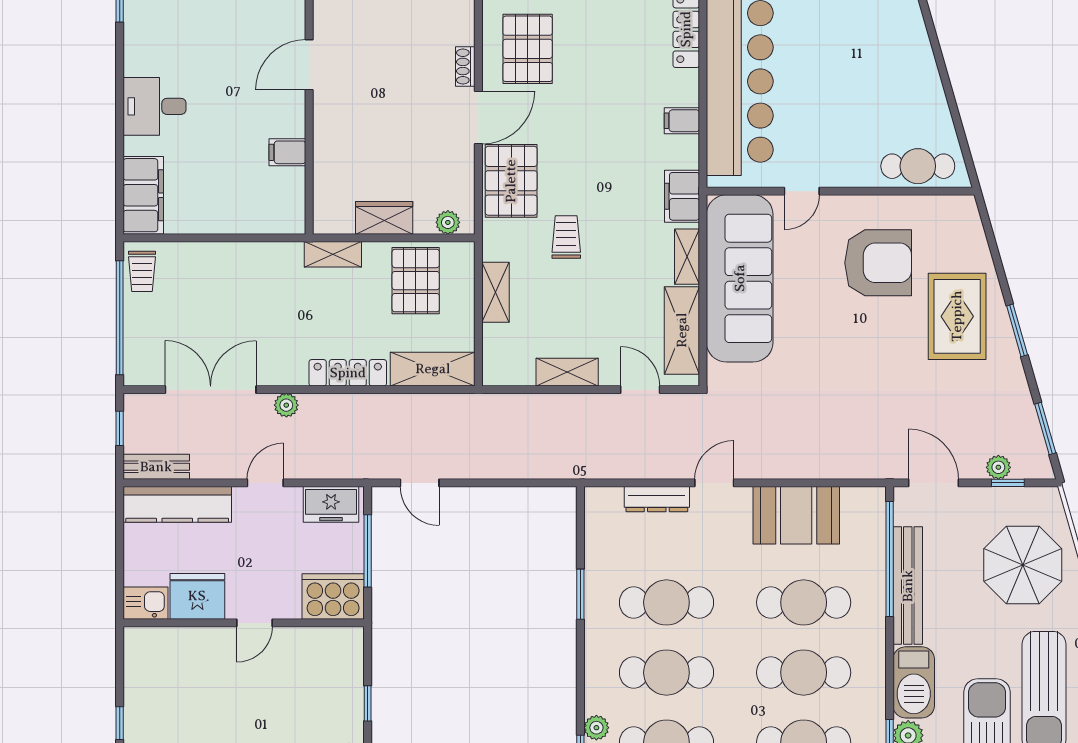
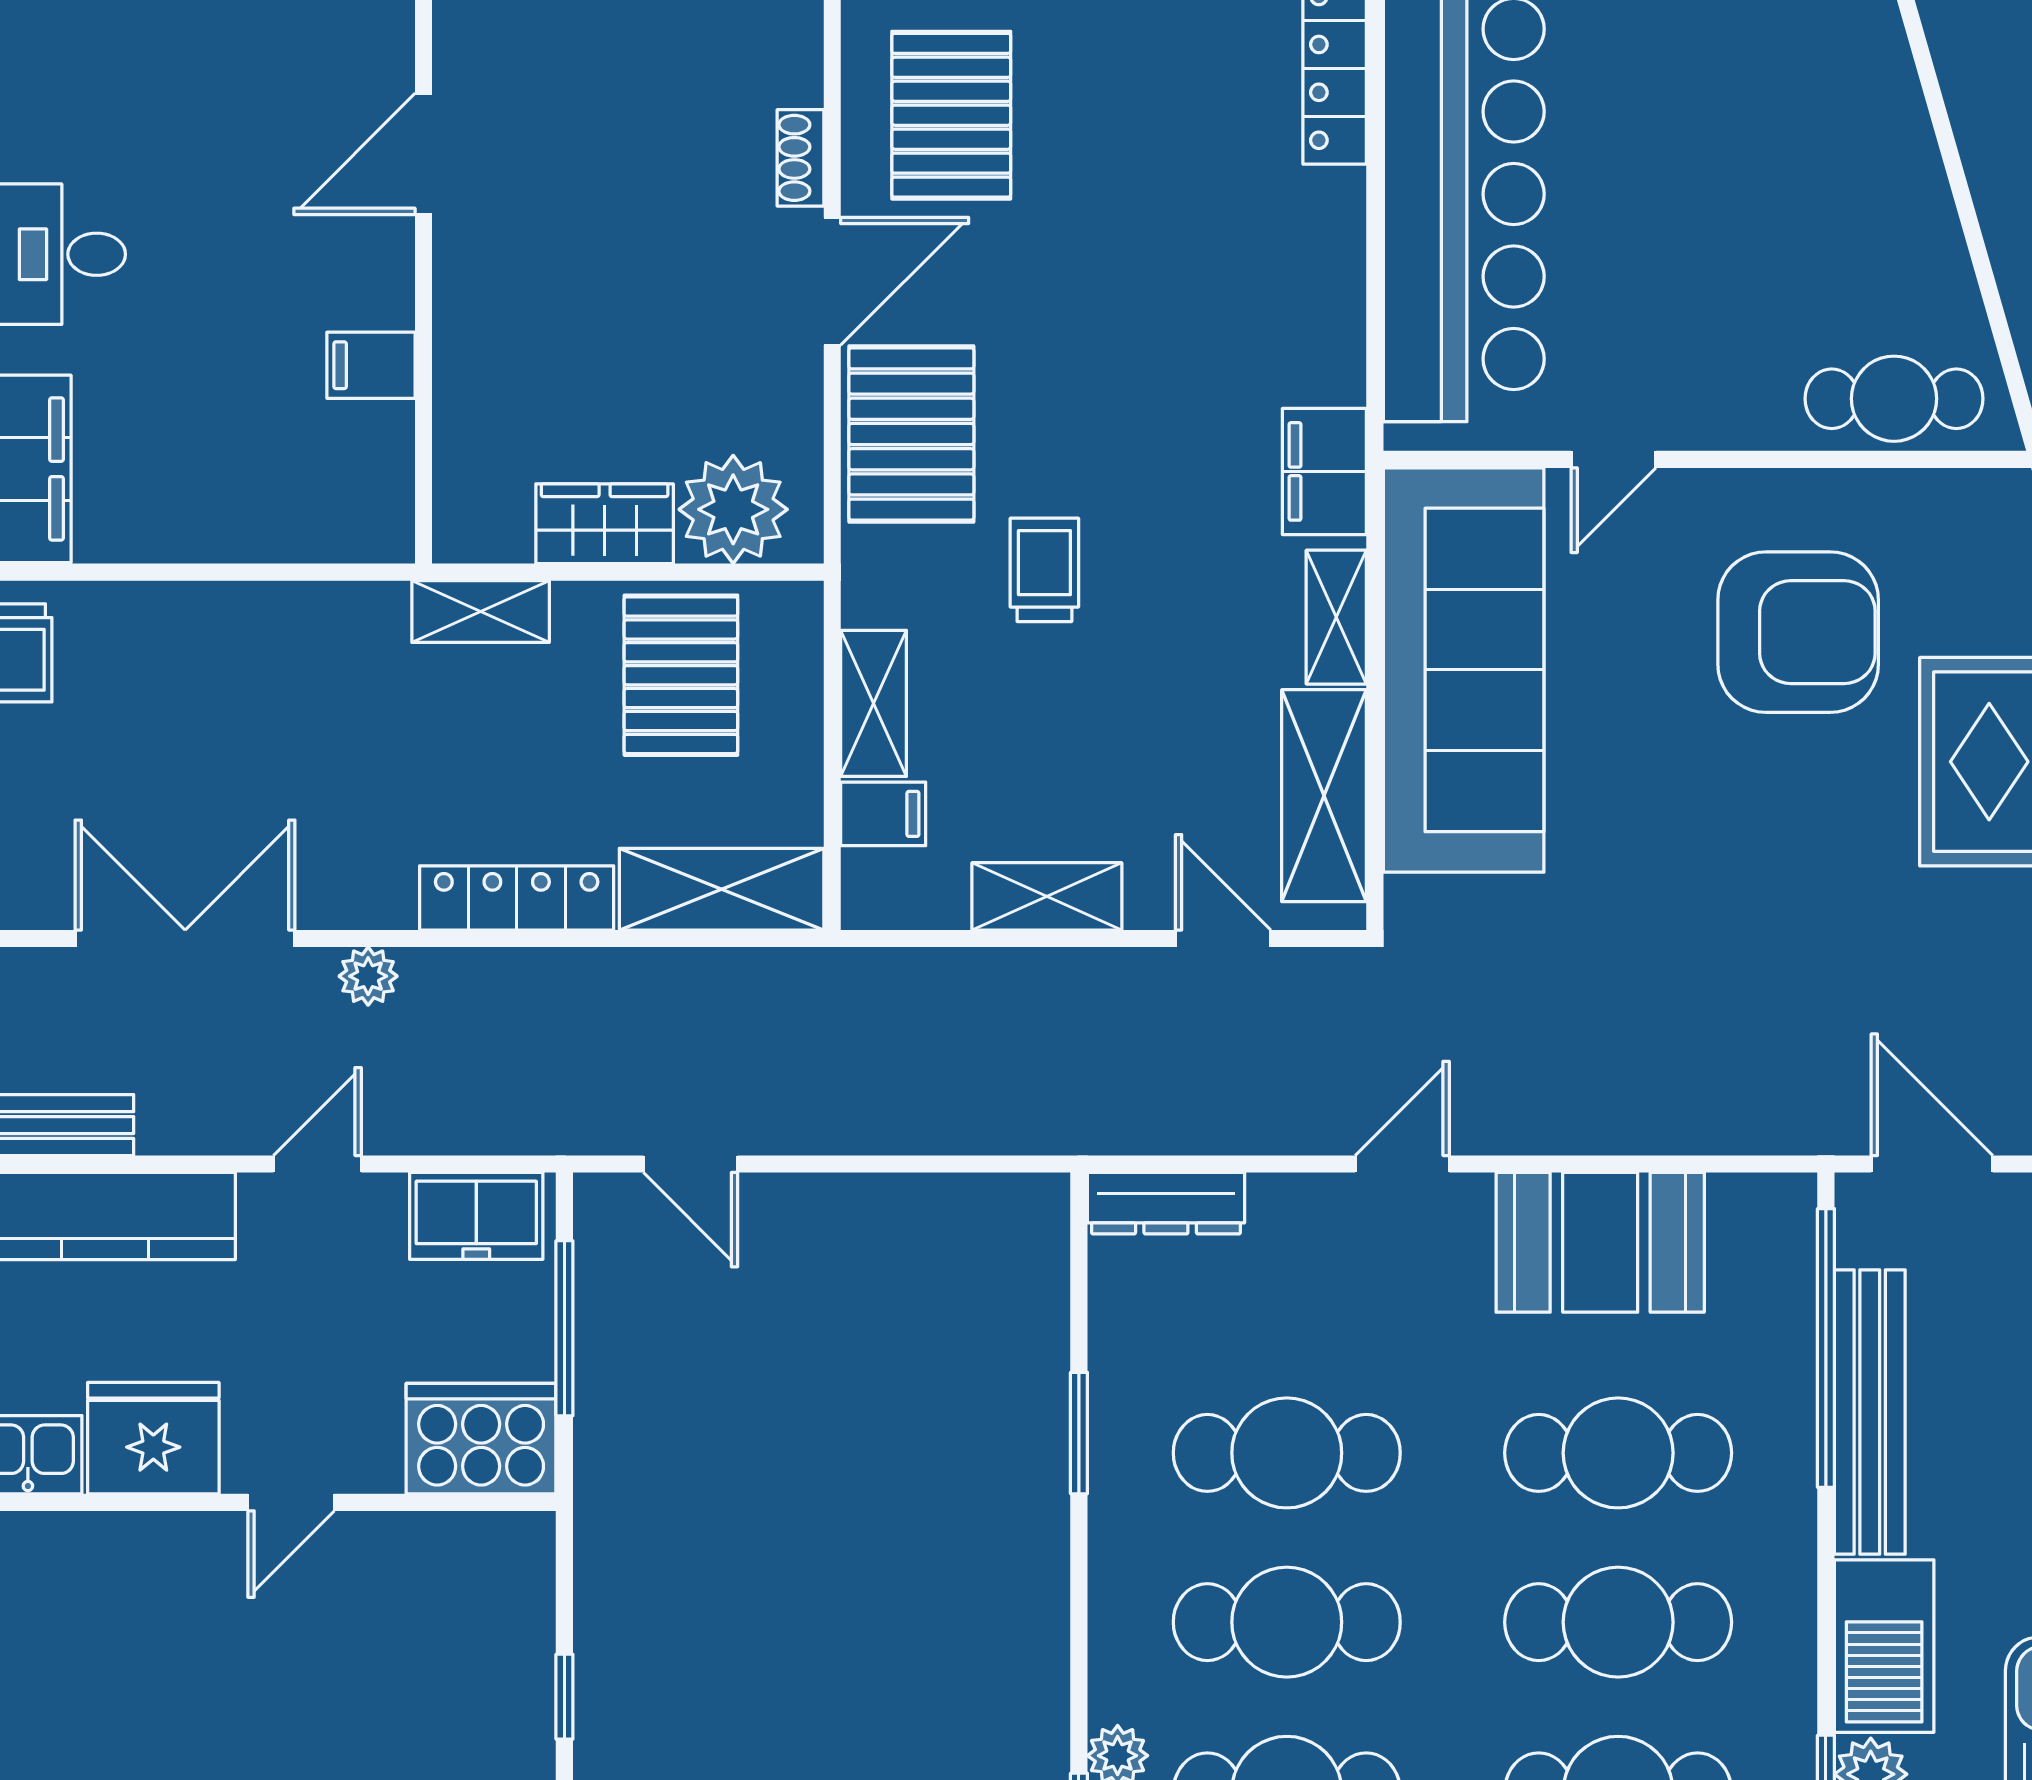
filing cabinet: (682, 121) -> (883, 814), moved, turned 180
plant: (448, 222) -> (733, 509), width x1.87, depth x1.87
dresser: (657, 499) -> (1166, 1203), moved

